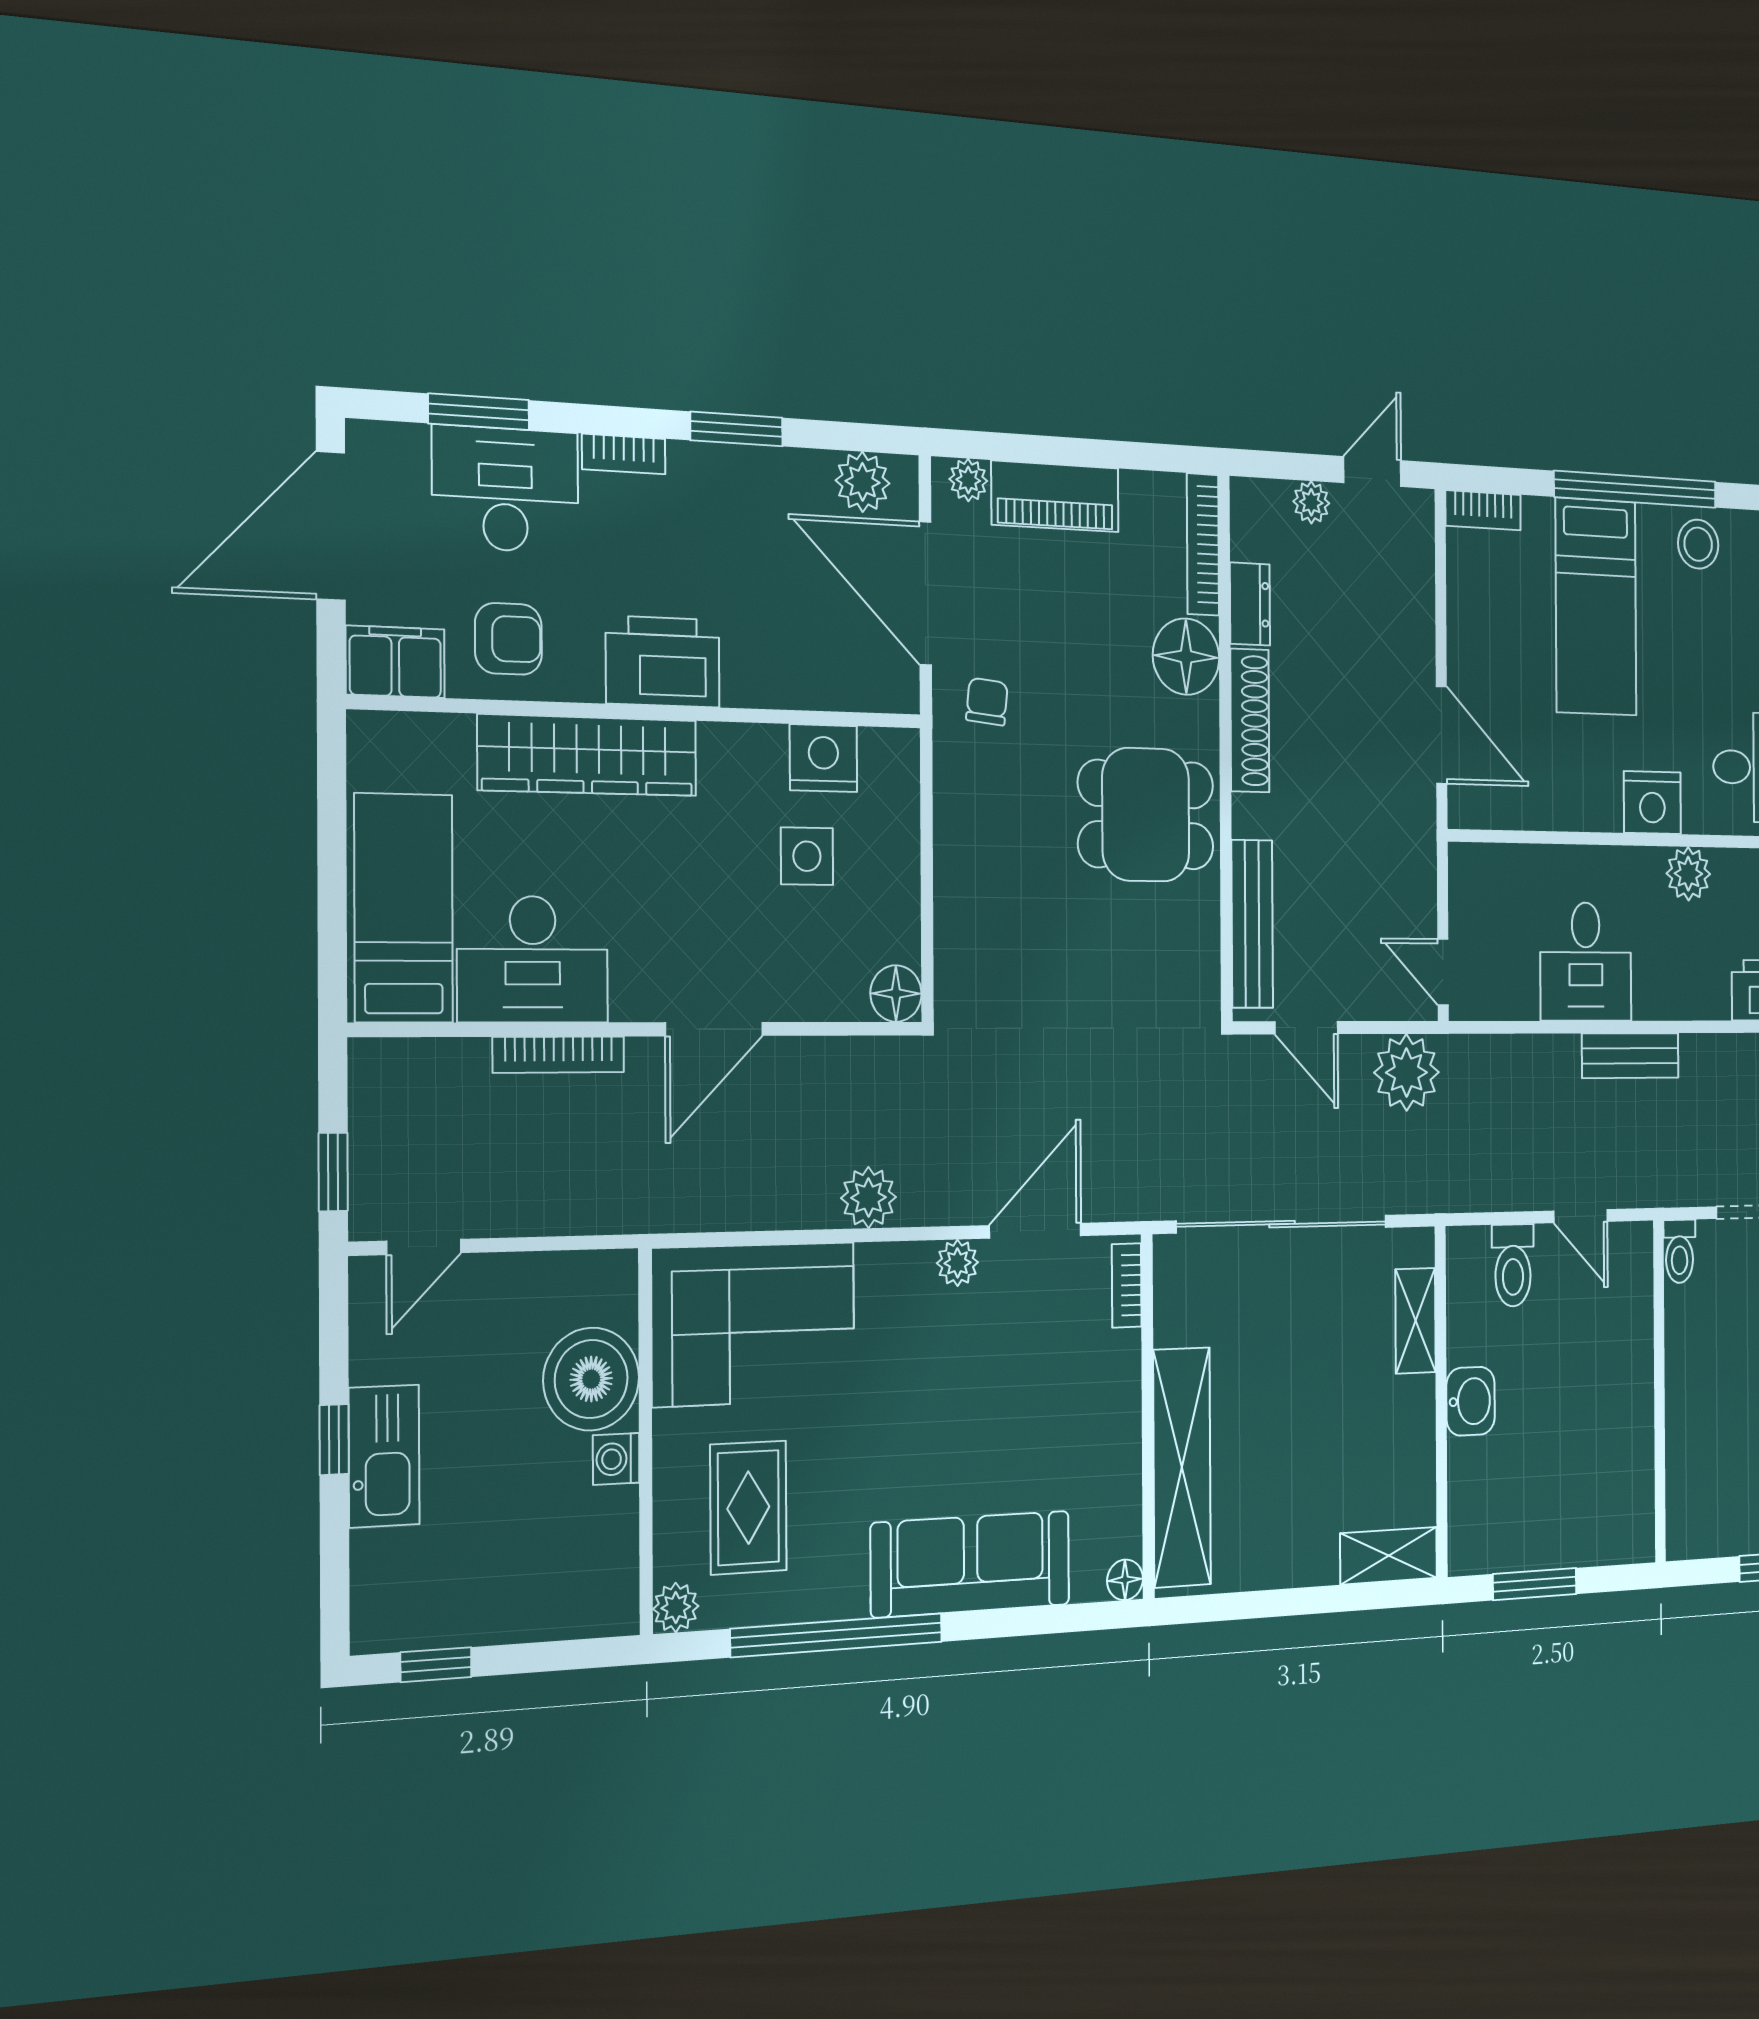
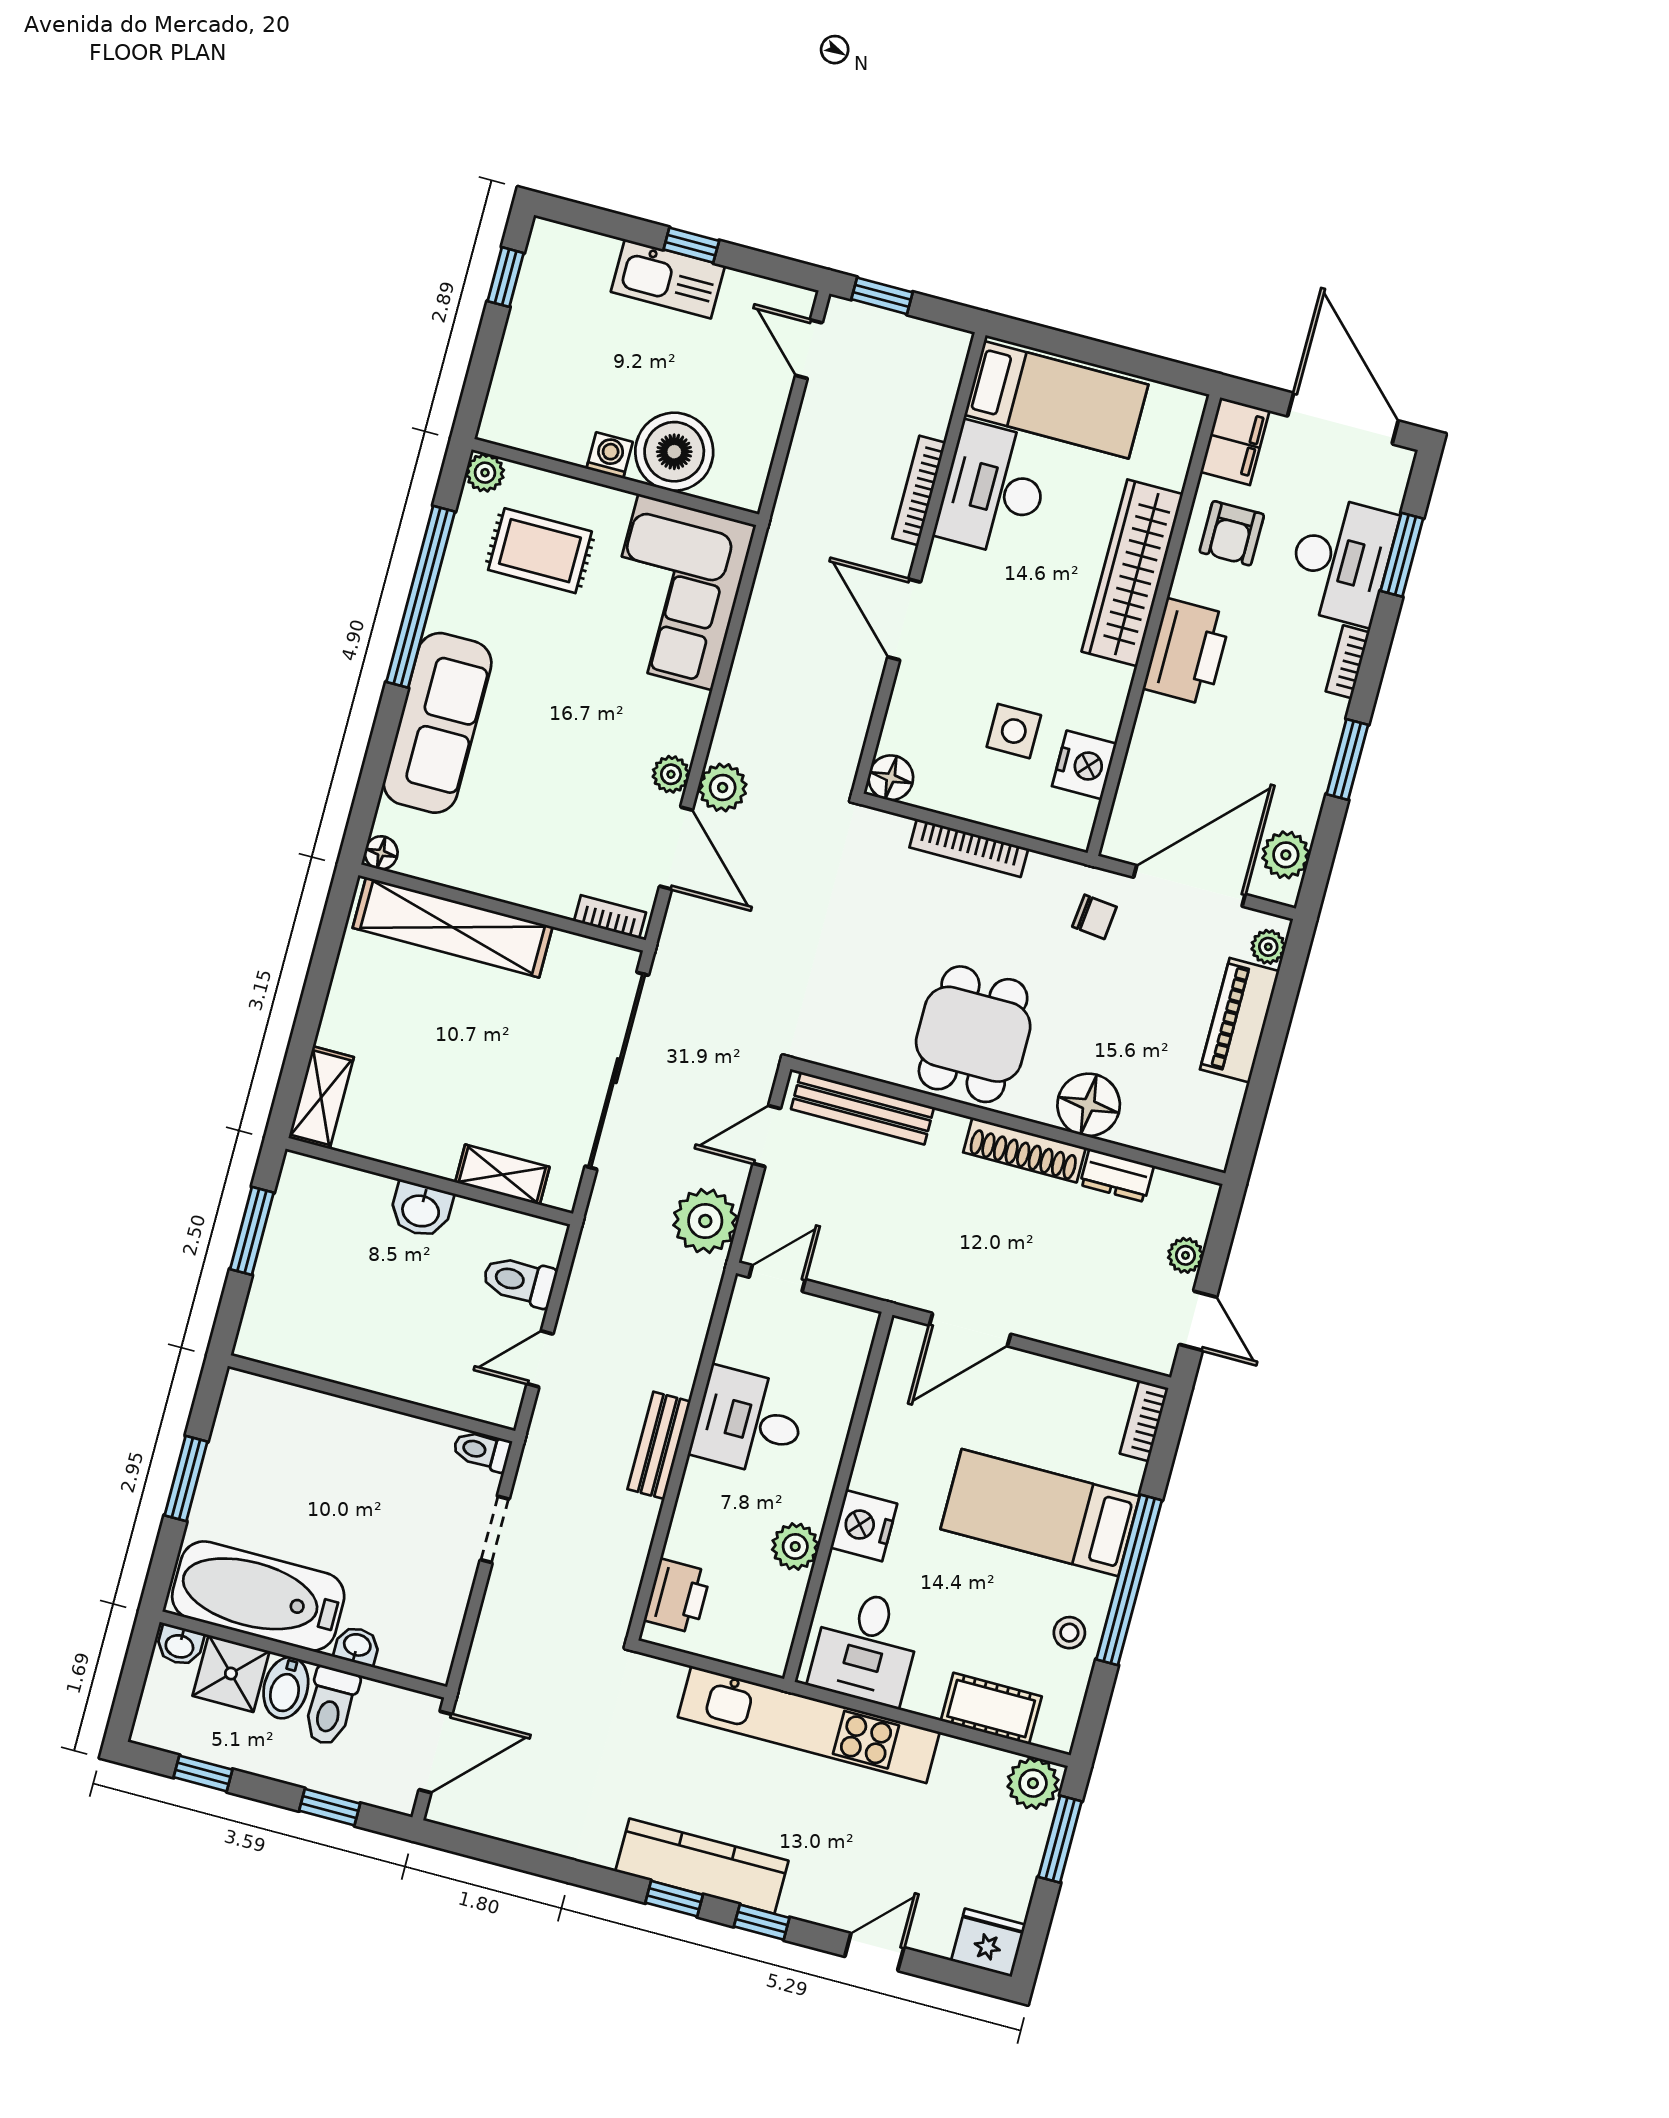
bookcase: (1203, 544) -> (969, 848), moved, turned 180
stool: (1698, 544) -> (1069, 1633), width x0.73, depth x0.73
plant: (869, 1198) -> (723, 787), moved

